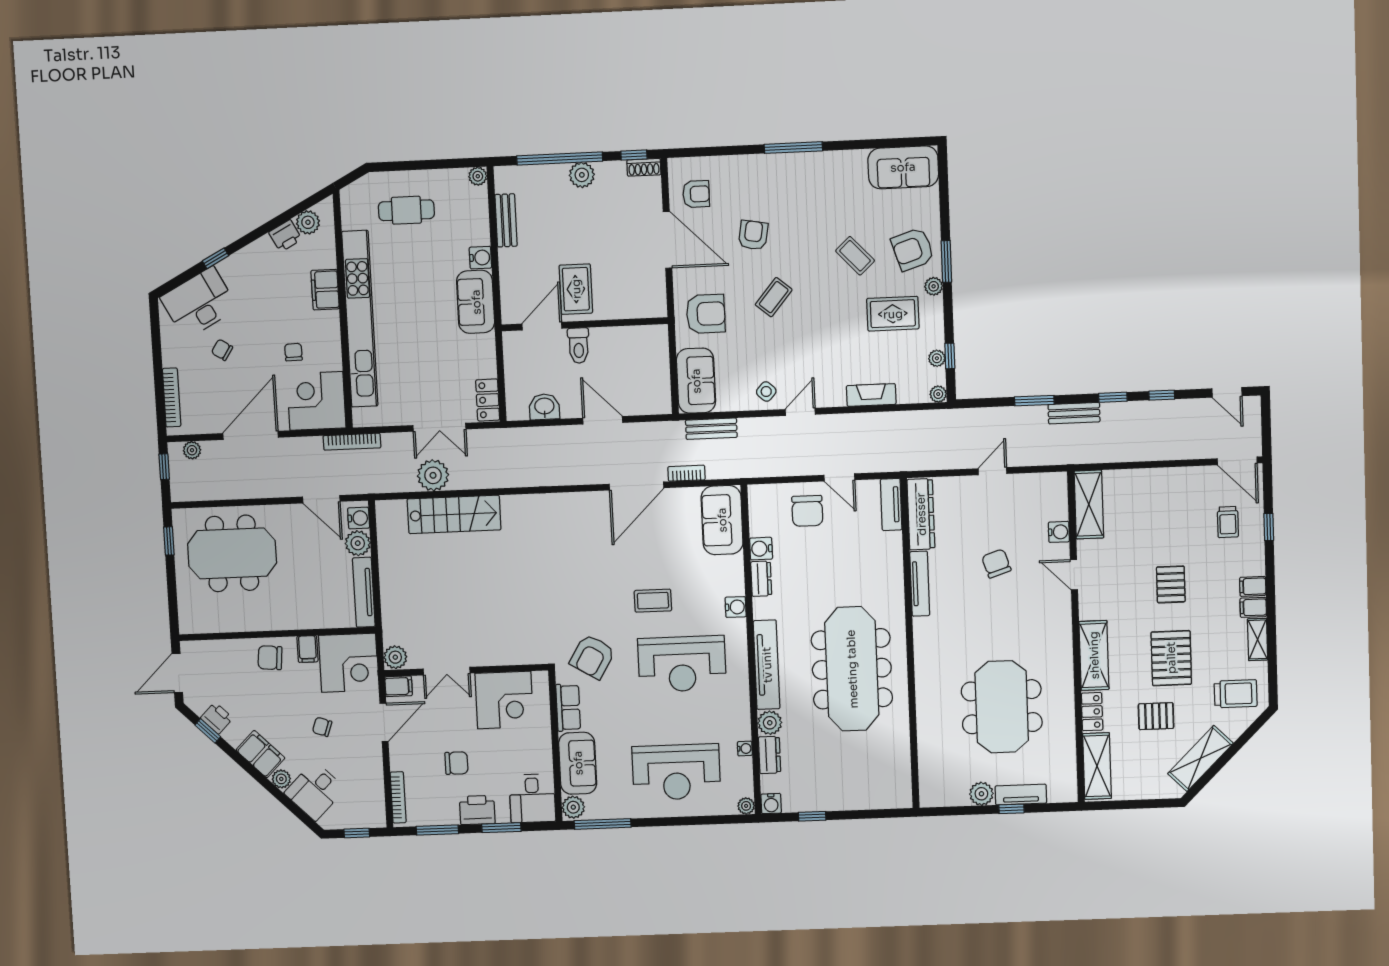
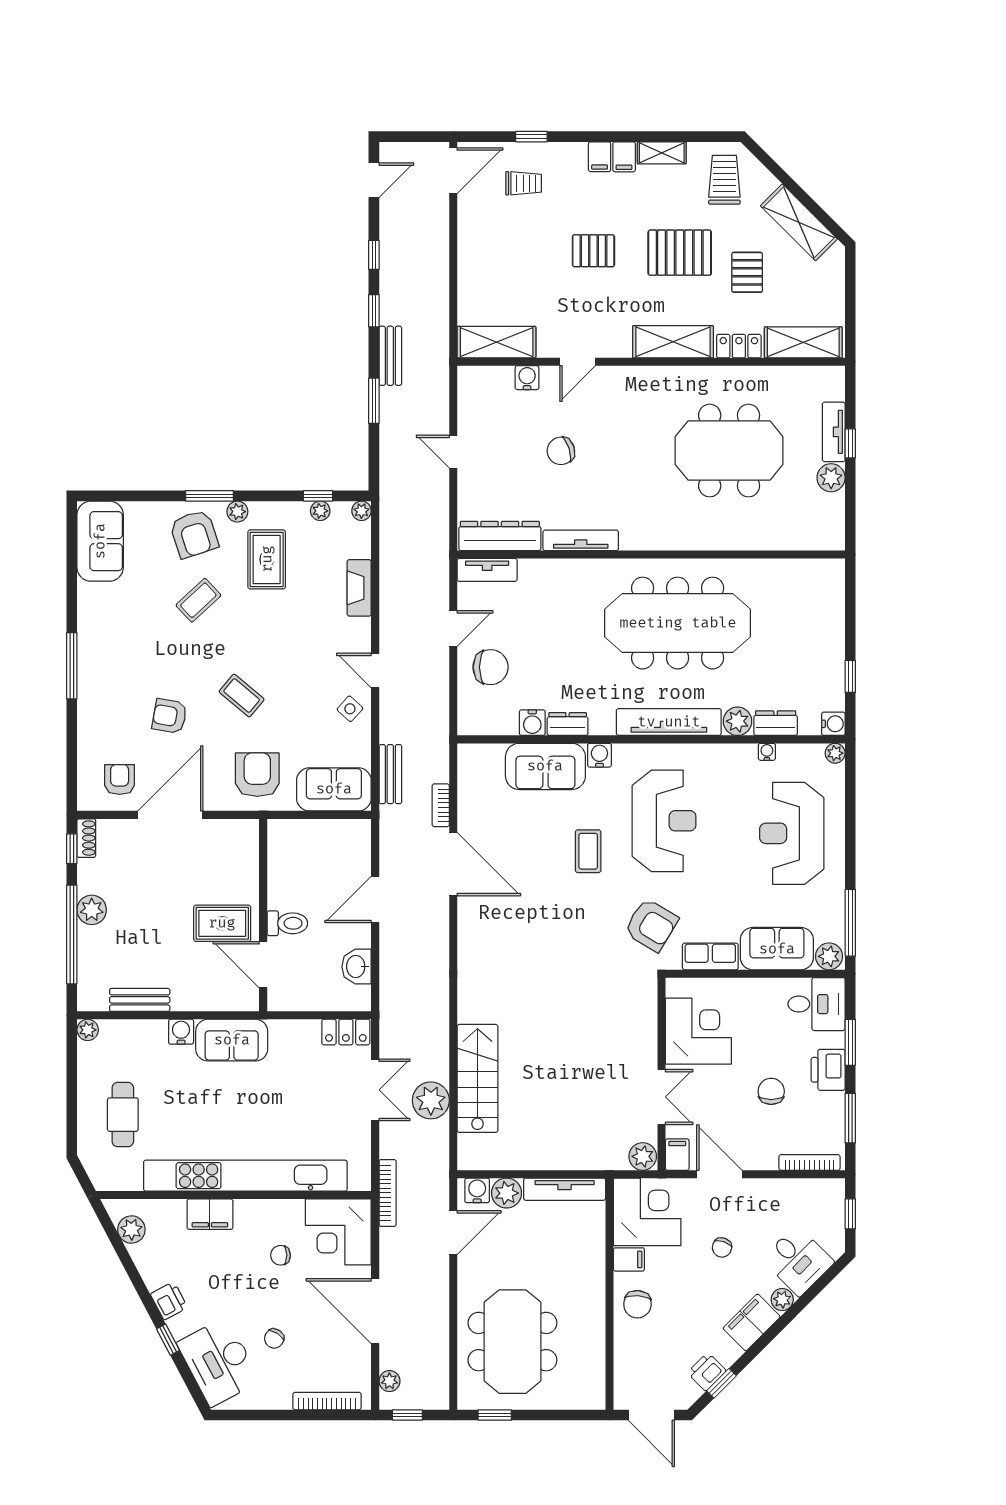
printer: (285, 236) -> (169, 1301), moved
sofa: (722, 520) -> (545, 766), moved
reception desk: (676, 772) -> (792, 833), turned 180

